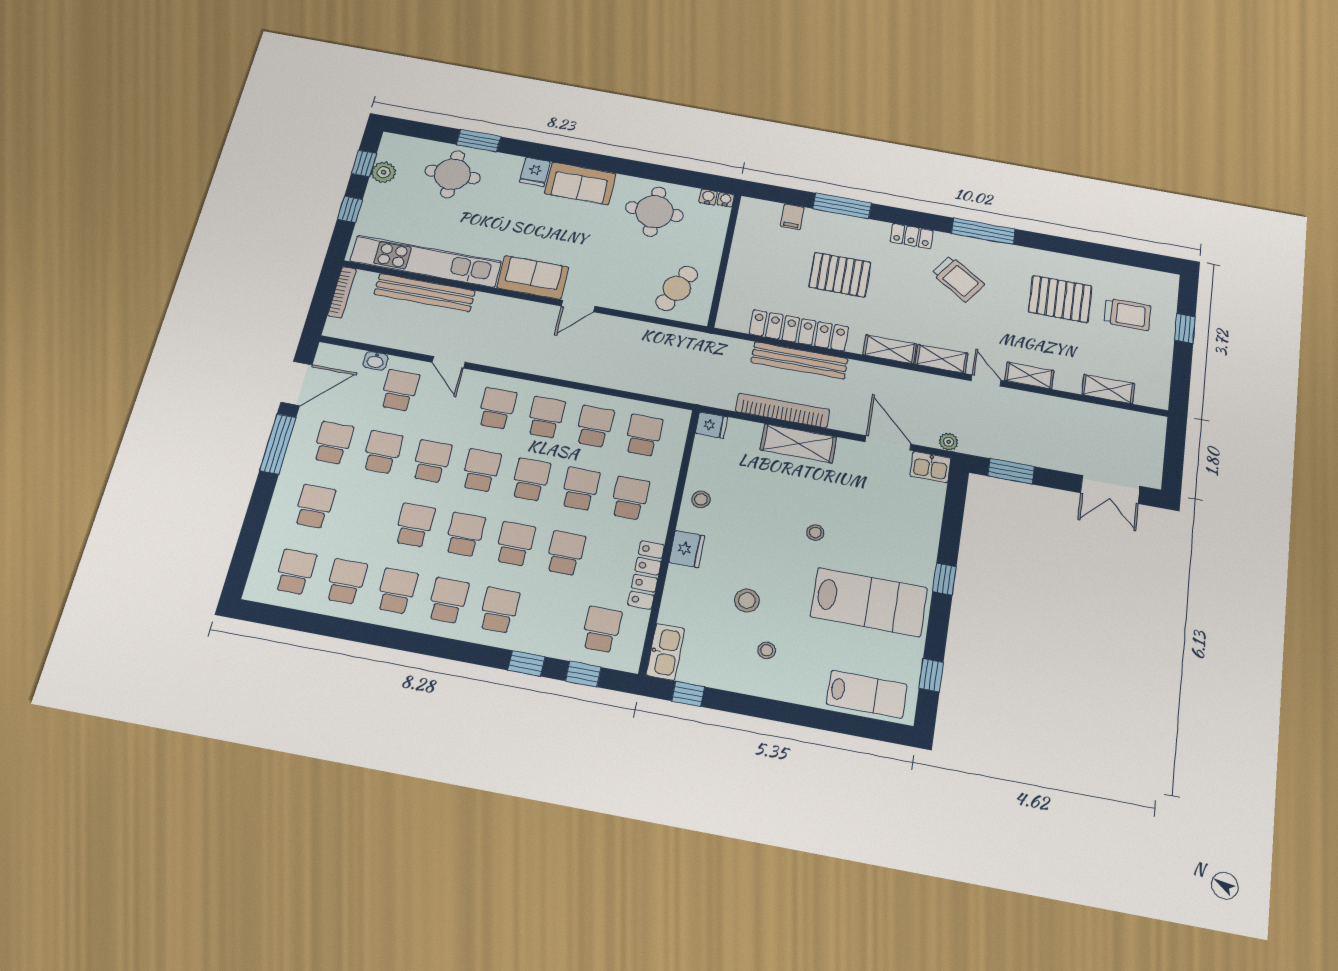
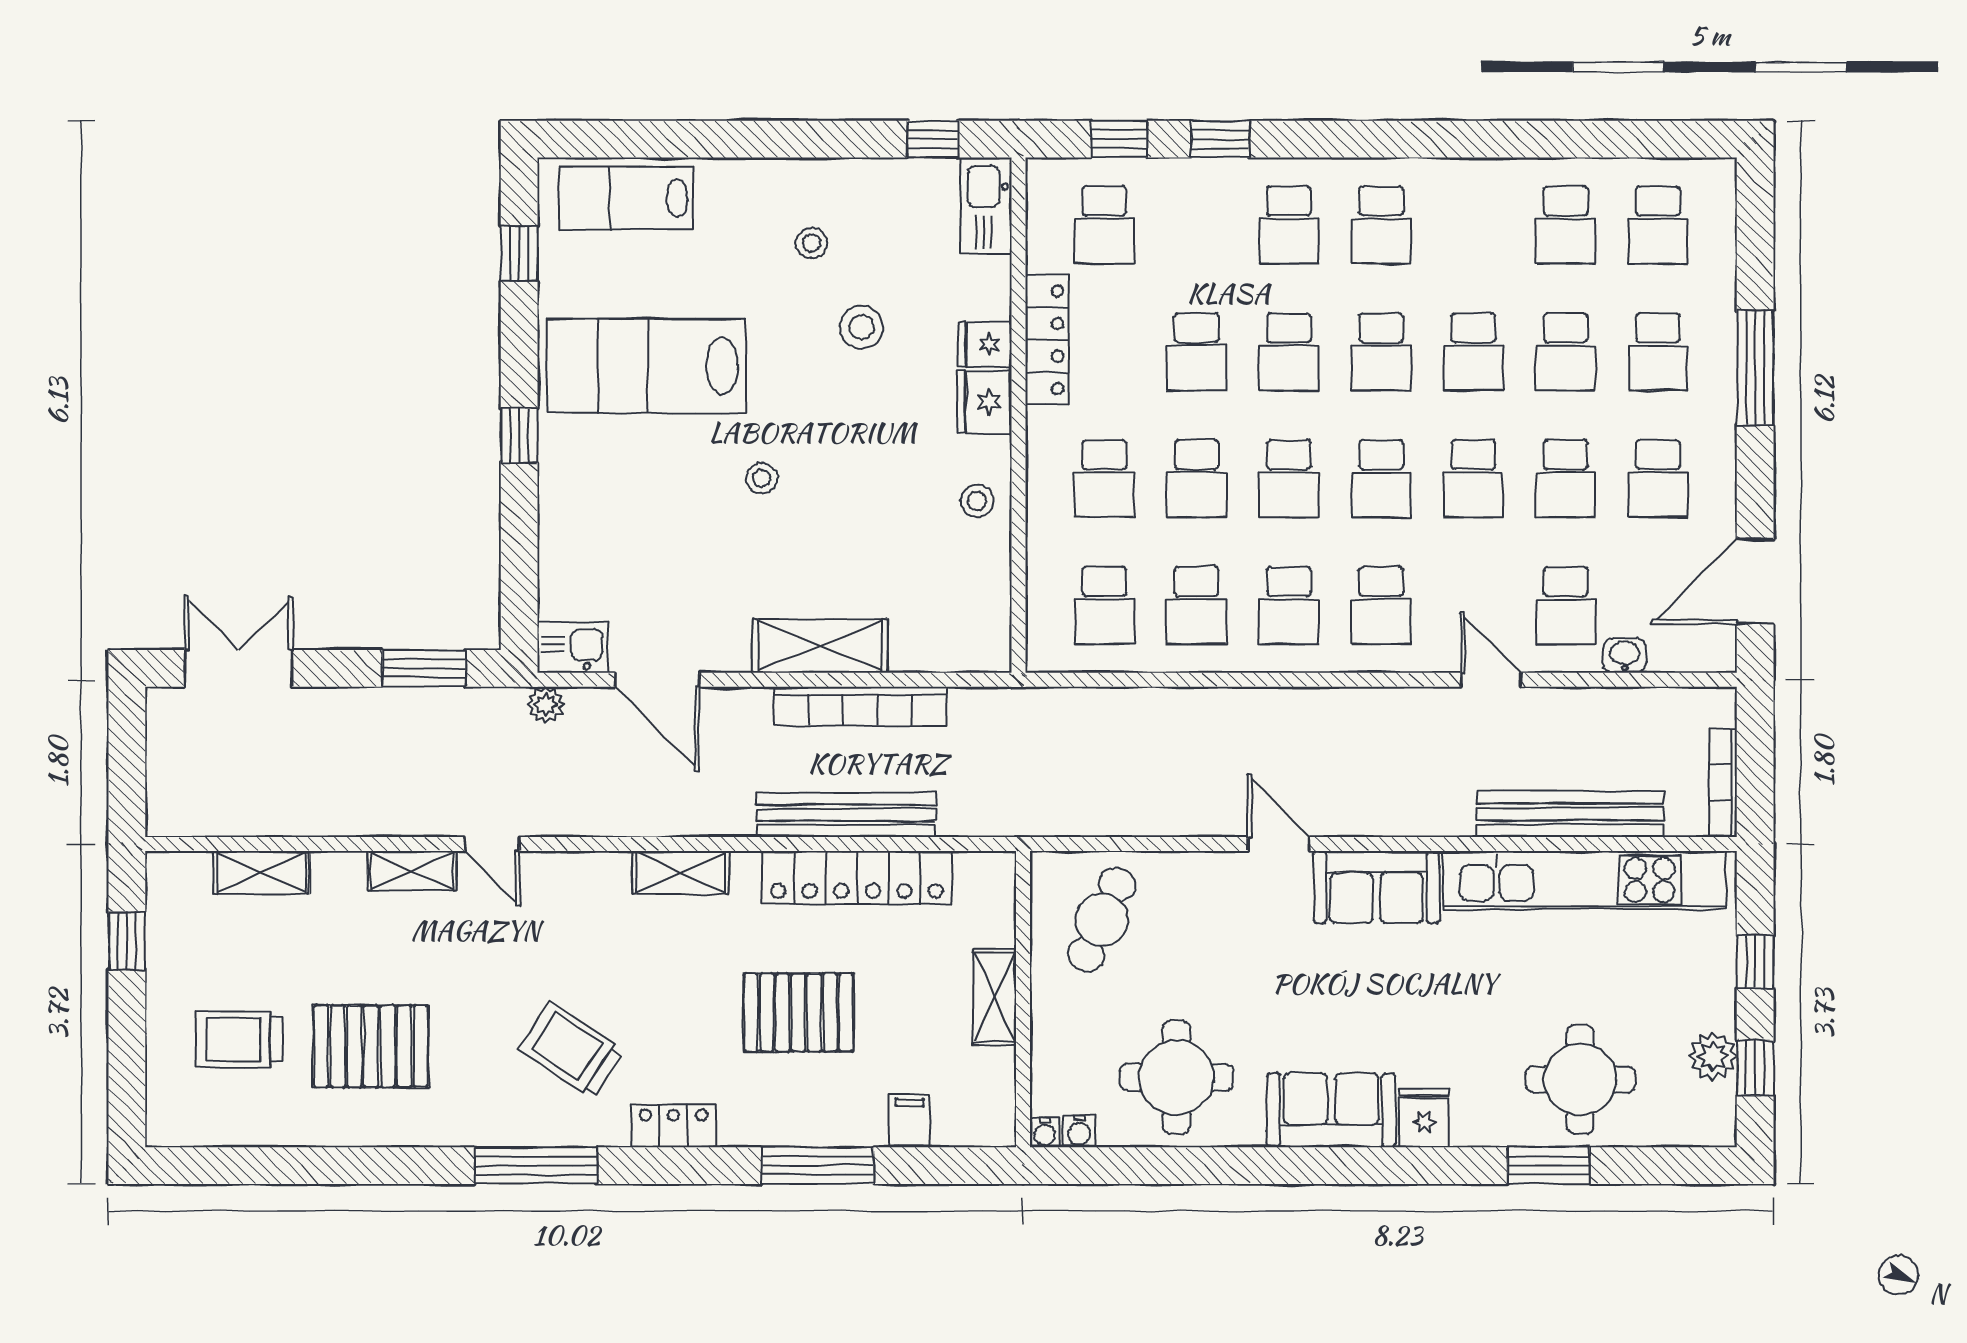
door: (578, 306) -> (1279, 844), hinge flipped
window: (1185, 328) -> (127, 941), moved
shelving: (942, 359) -> (995, 997), moved, turned 90
fridge: (711, 425) -> (985, 344), moved
window: (278, 444) -> (1755, 368), moved
school desk: (397, 591) -> (1566, 352), moved

